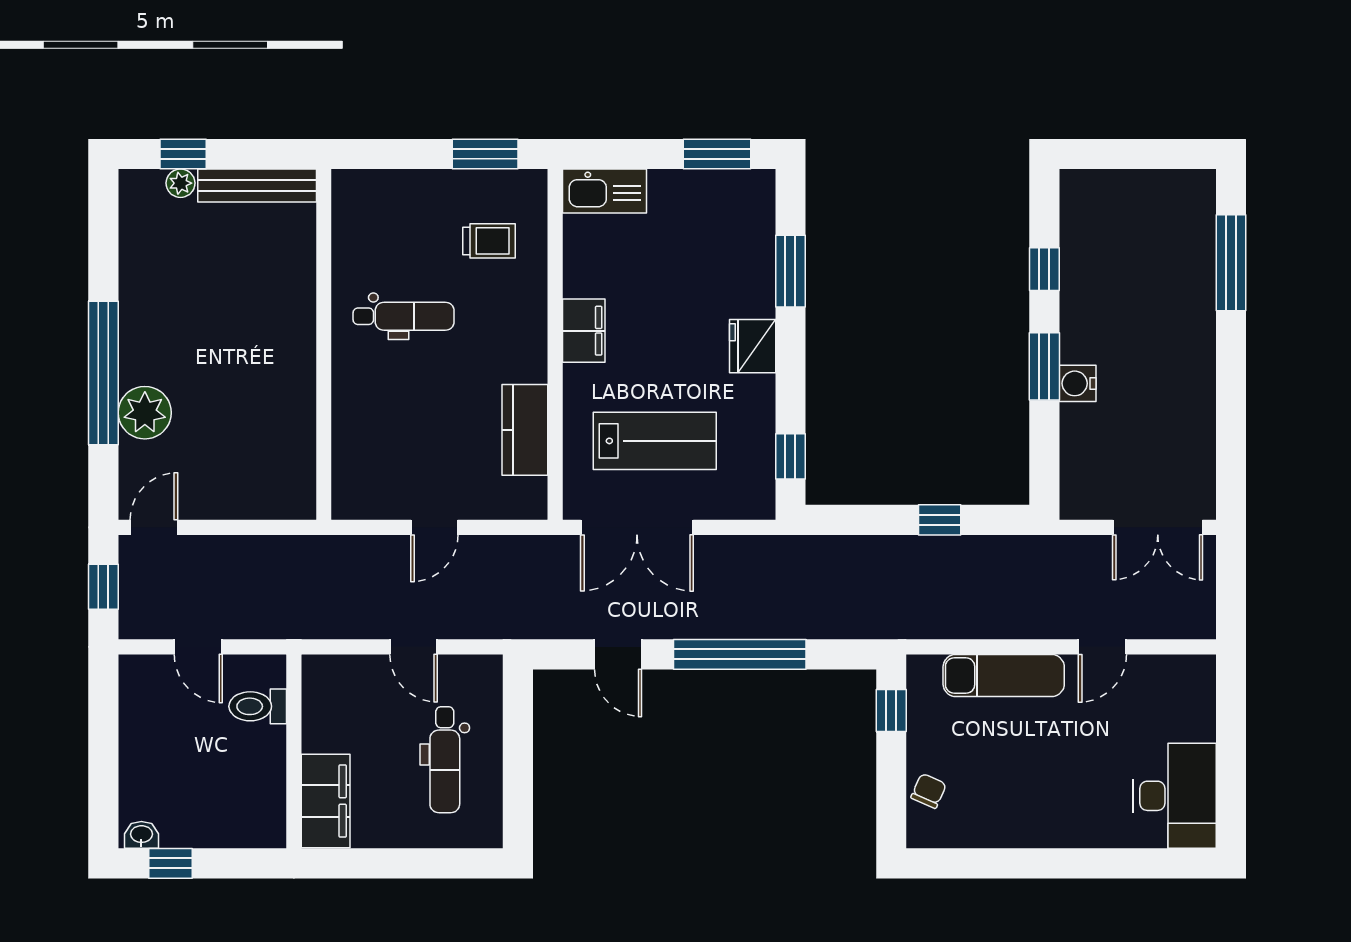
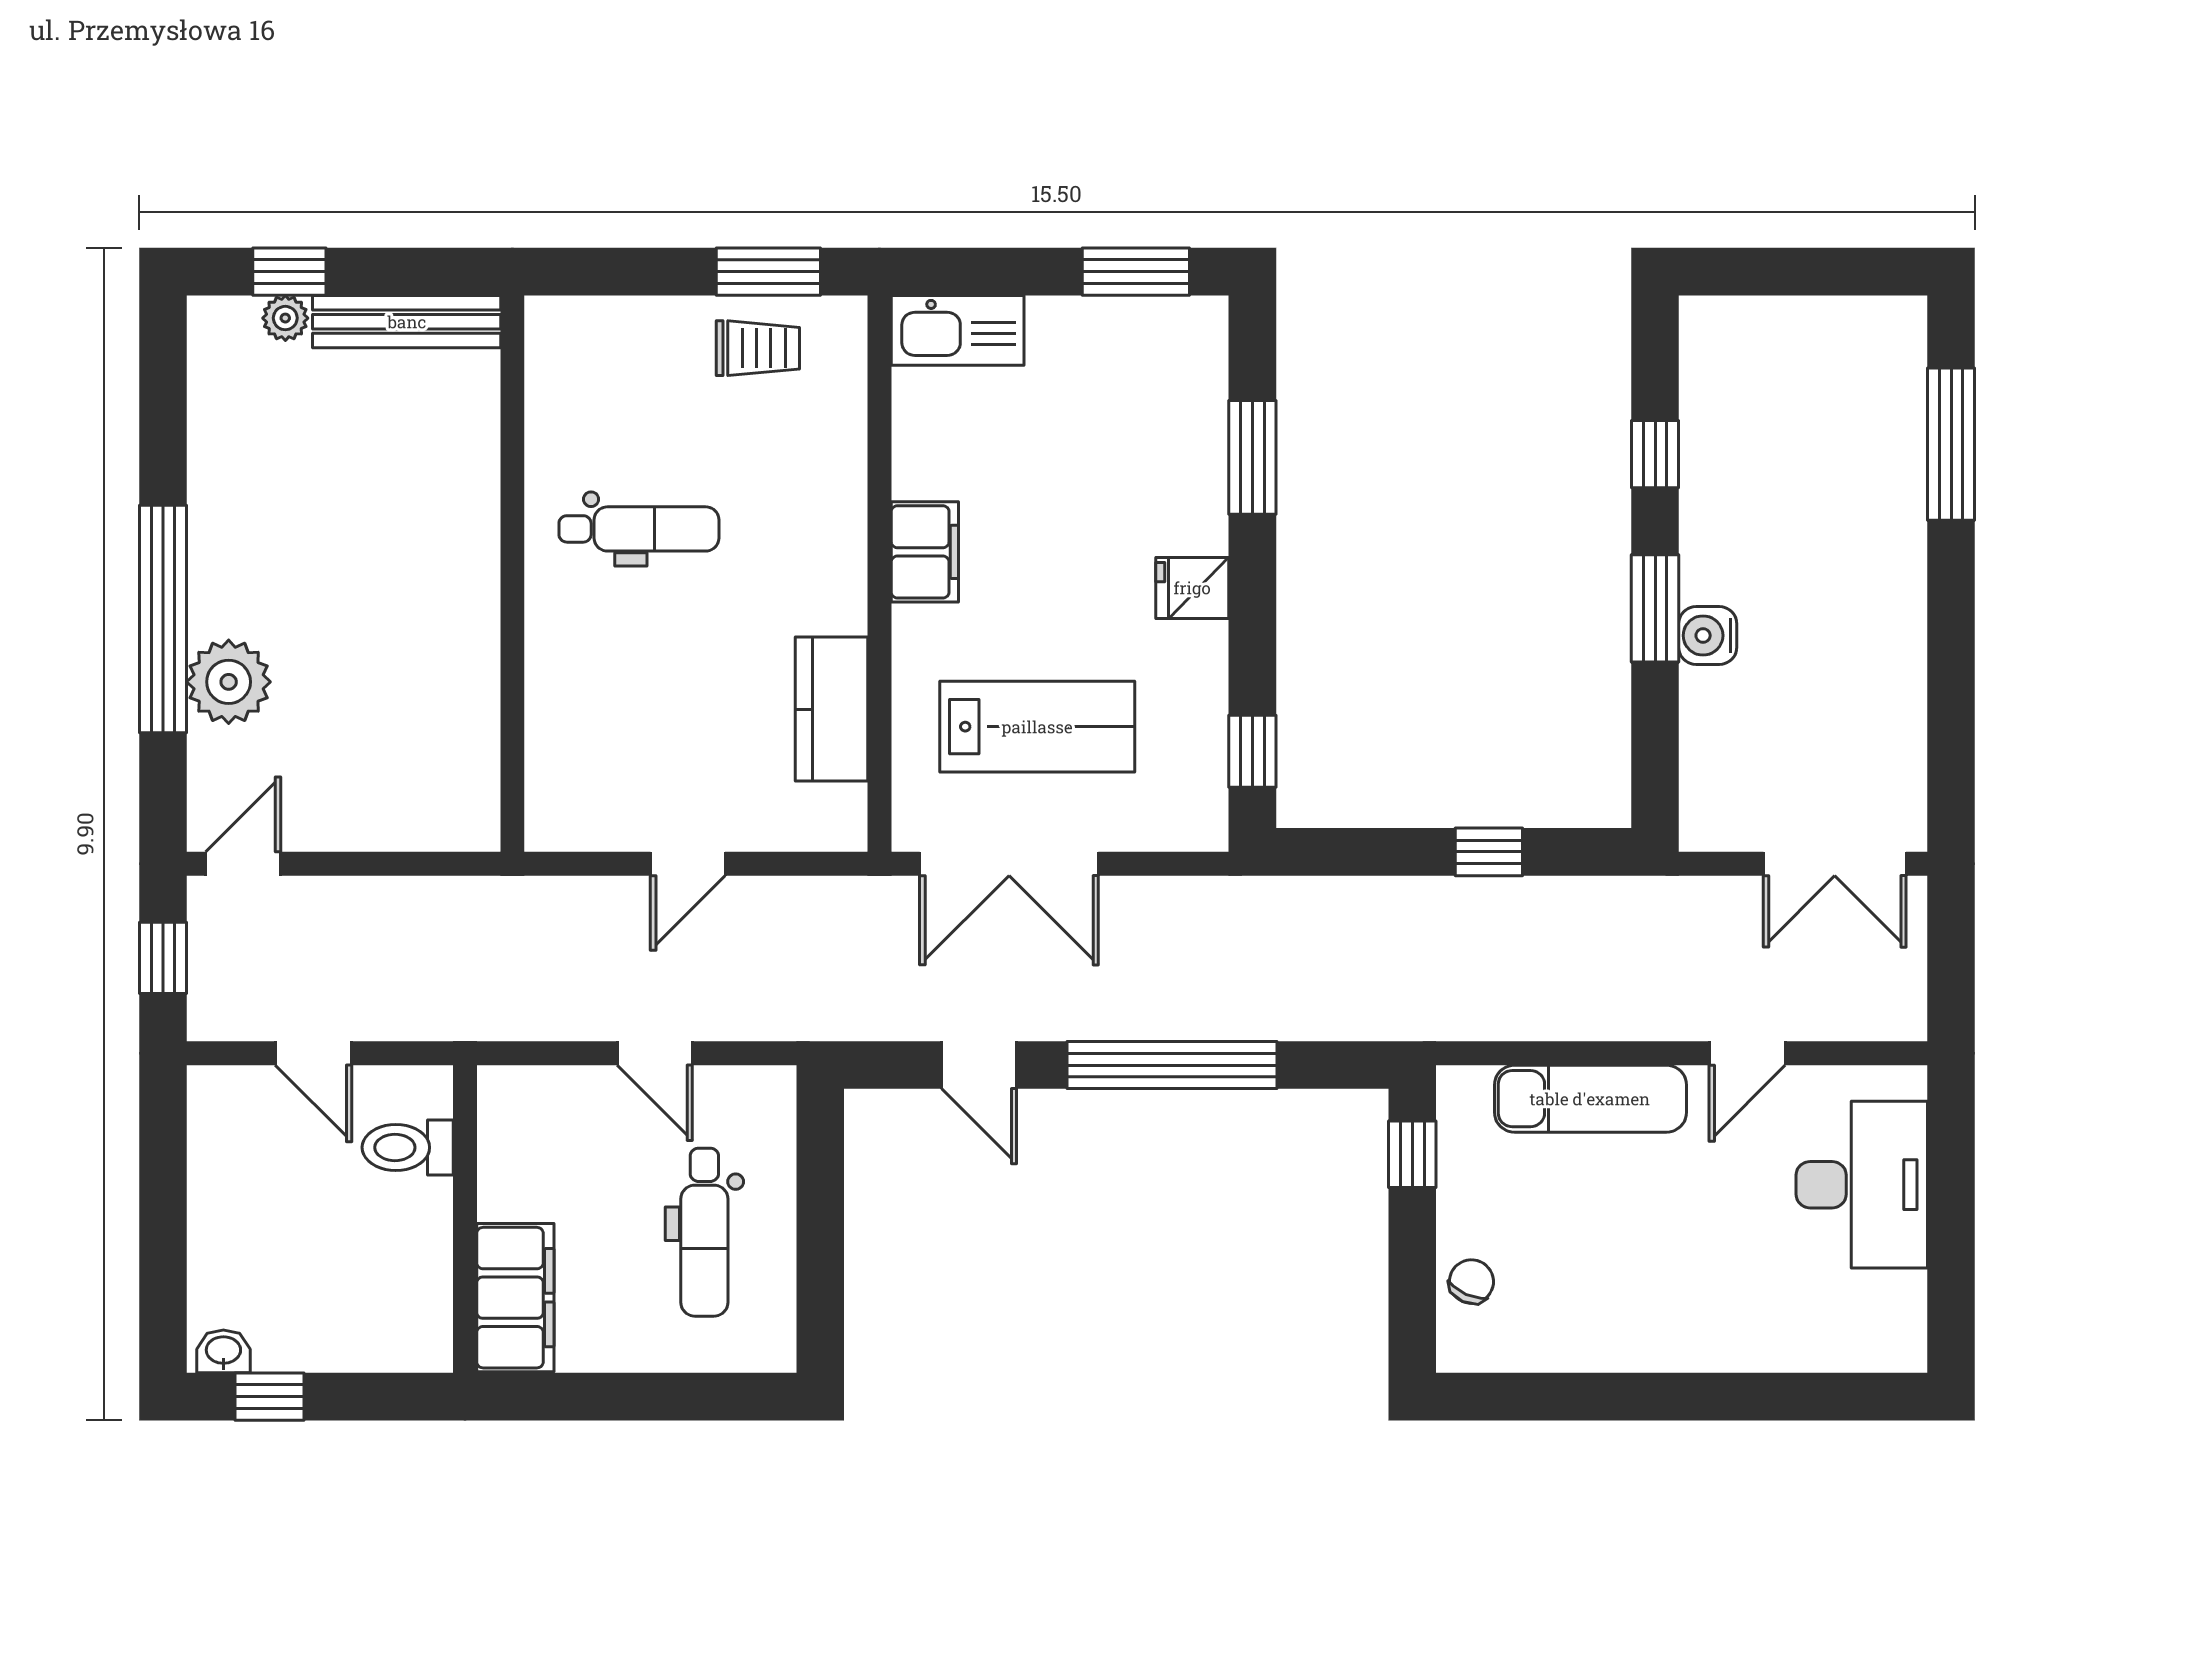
trolley: (489, 241) -> (758, 348), moved
fridge: (753, 346) -> (1192, 588), width x0.72
desk: (1175, 796) -> (1862, 1185), moved

